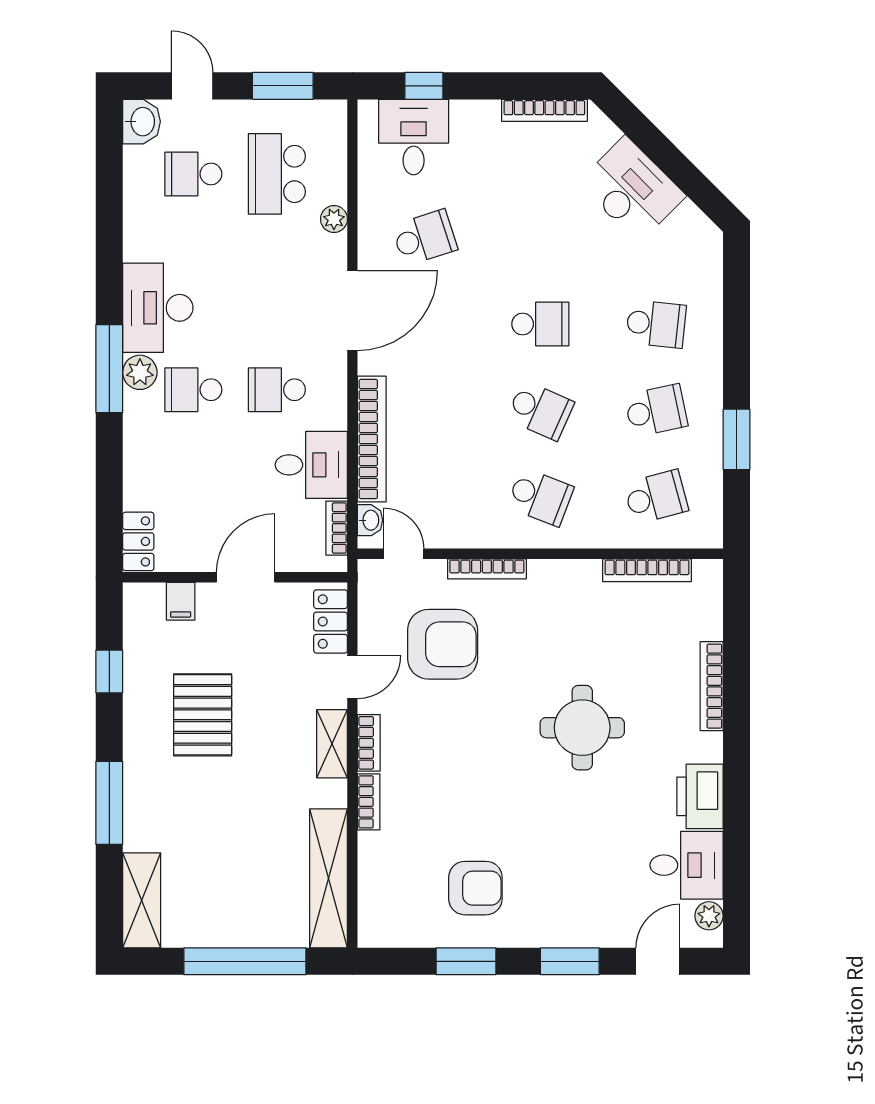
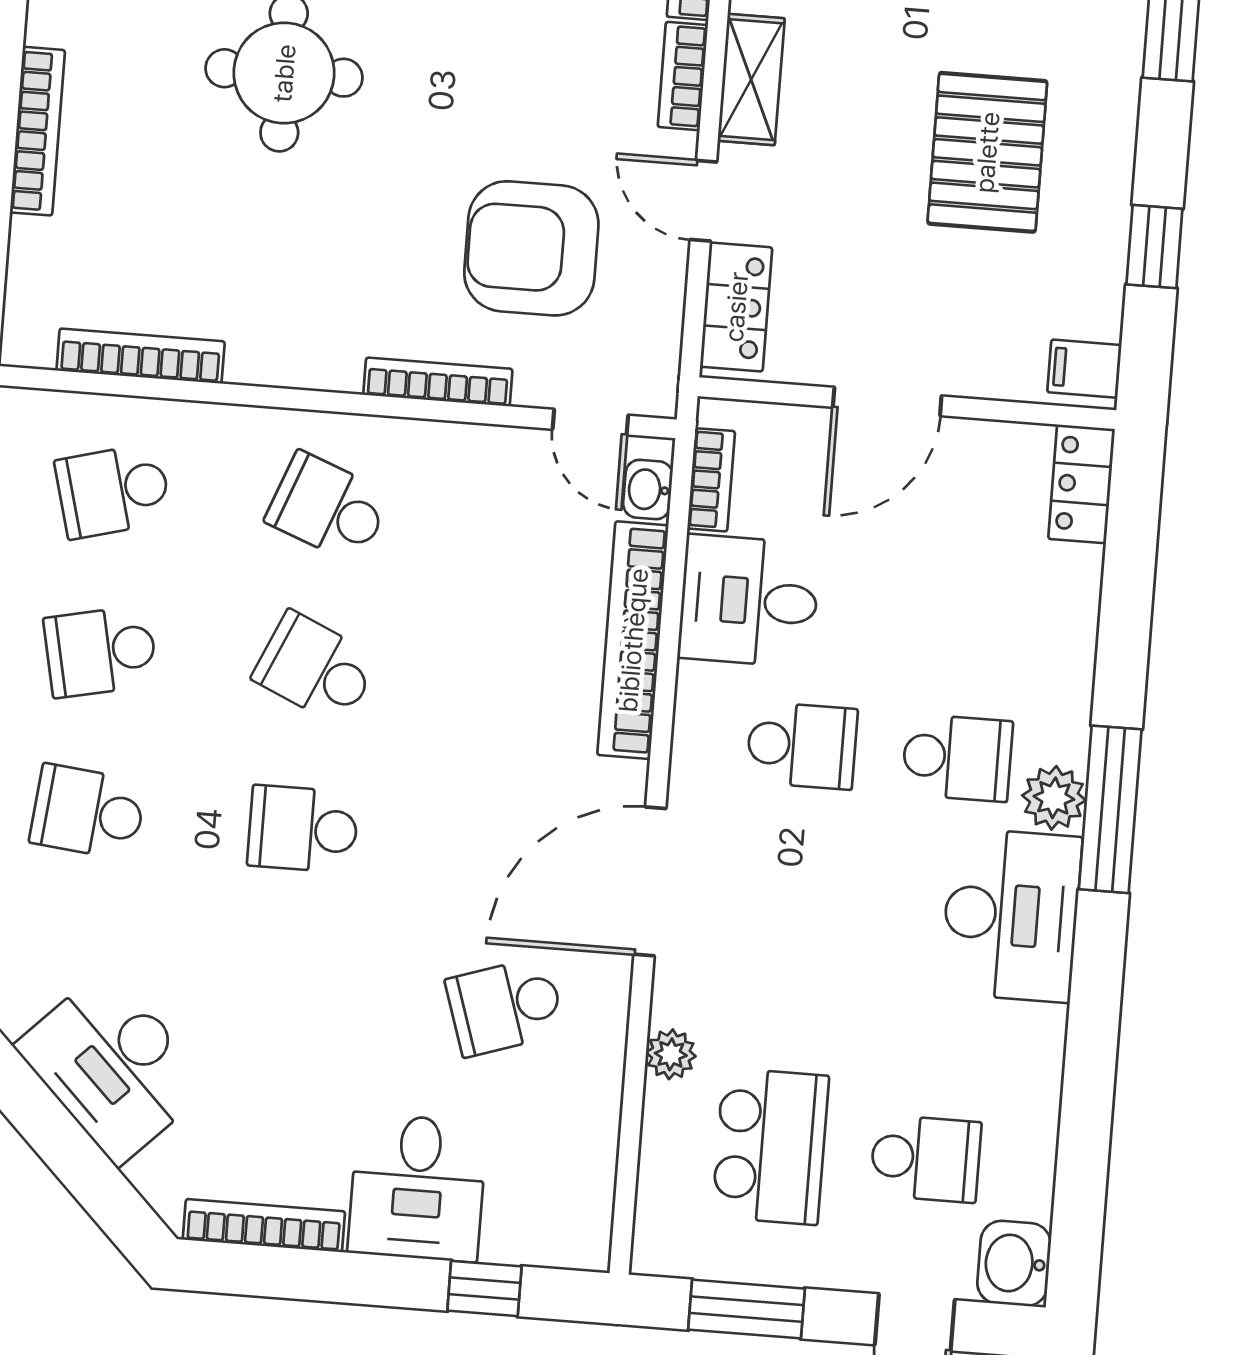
desk: (414, 137) -> (417, 1188), moved
filing cabinet: (181, 601) -> (1084, 369), moved, turned -90
door: (352, 677) -> (703, 201), hinge flipped

